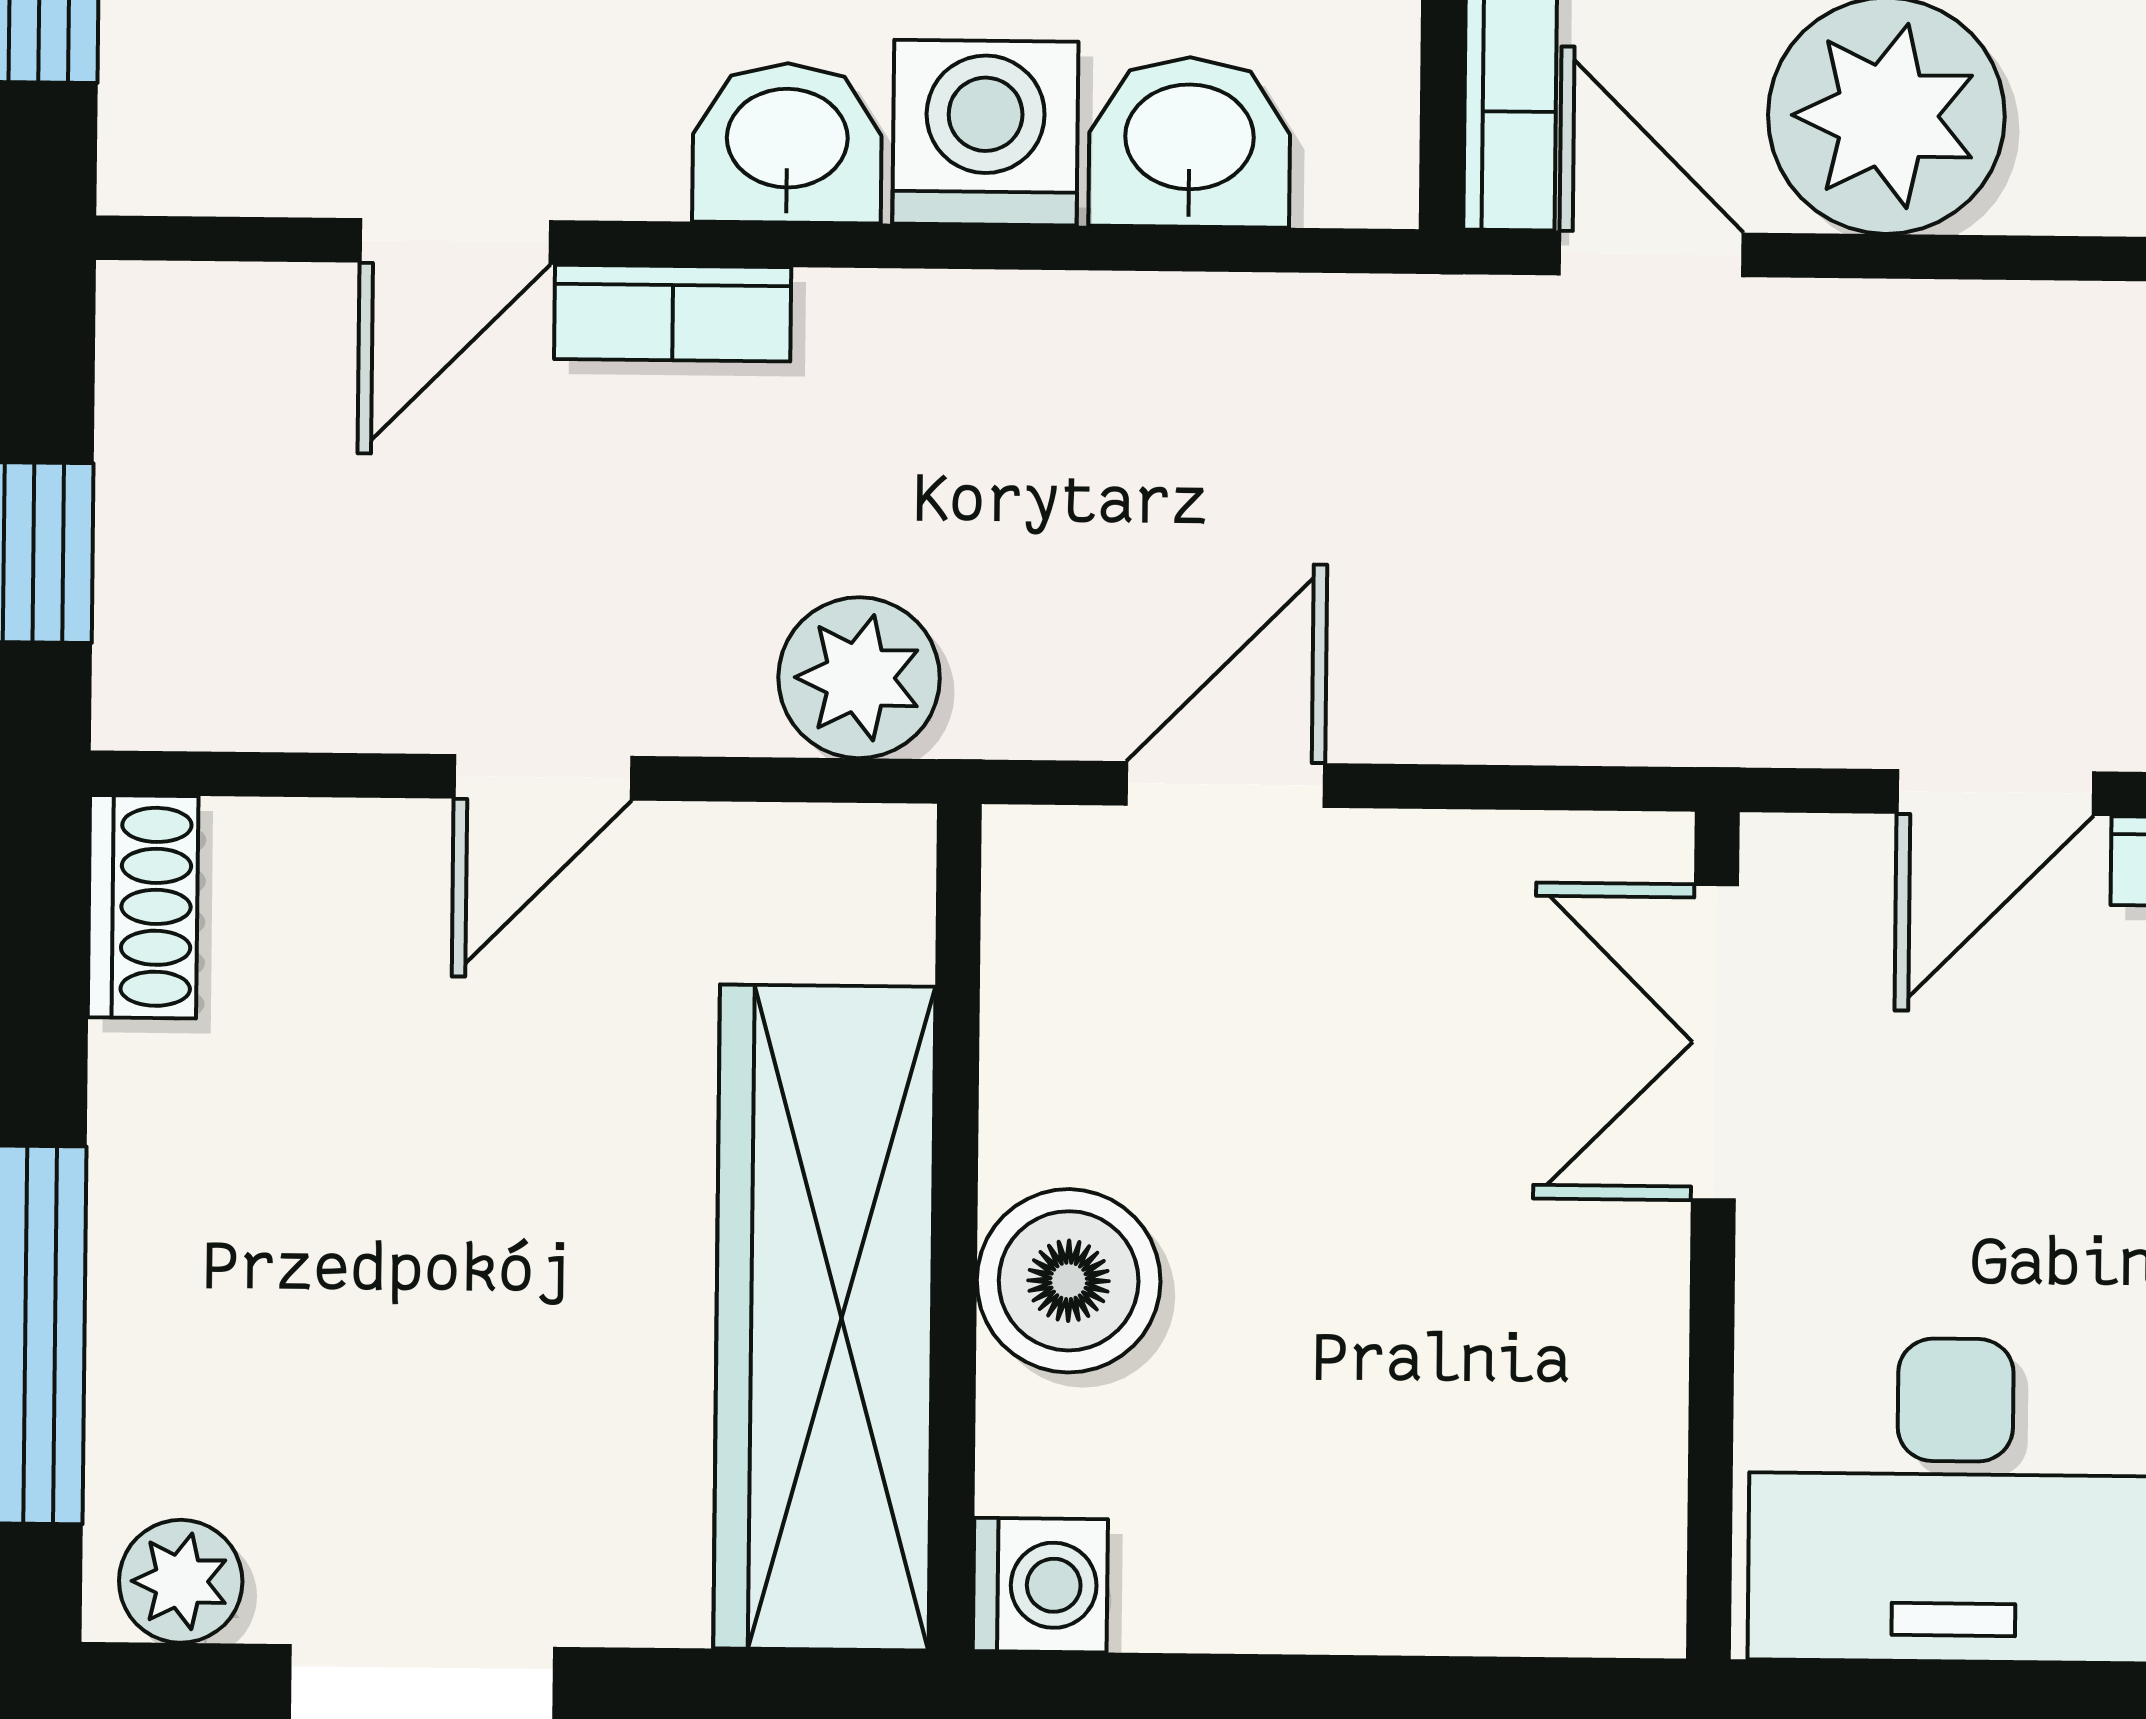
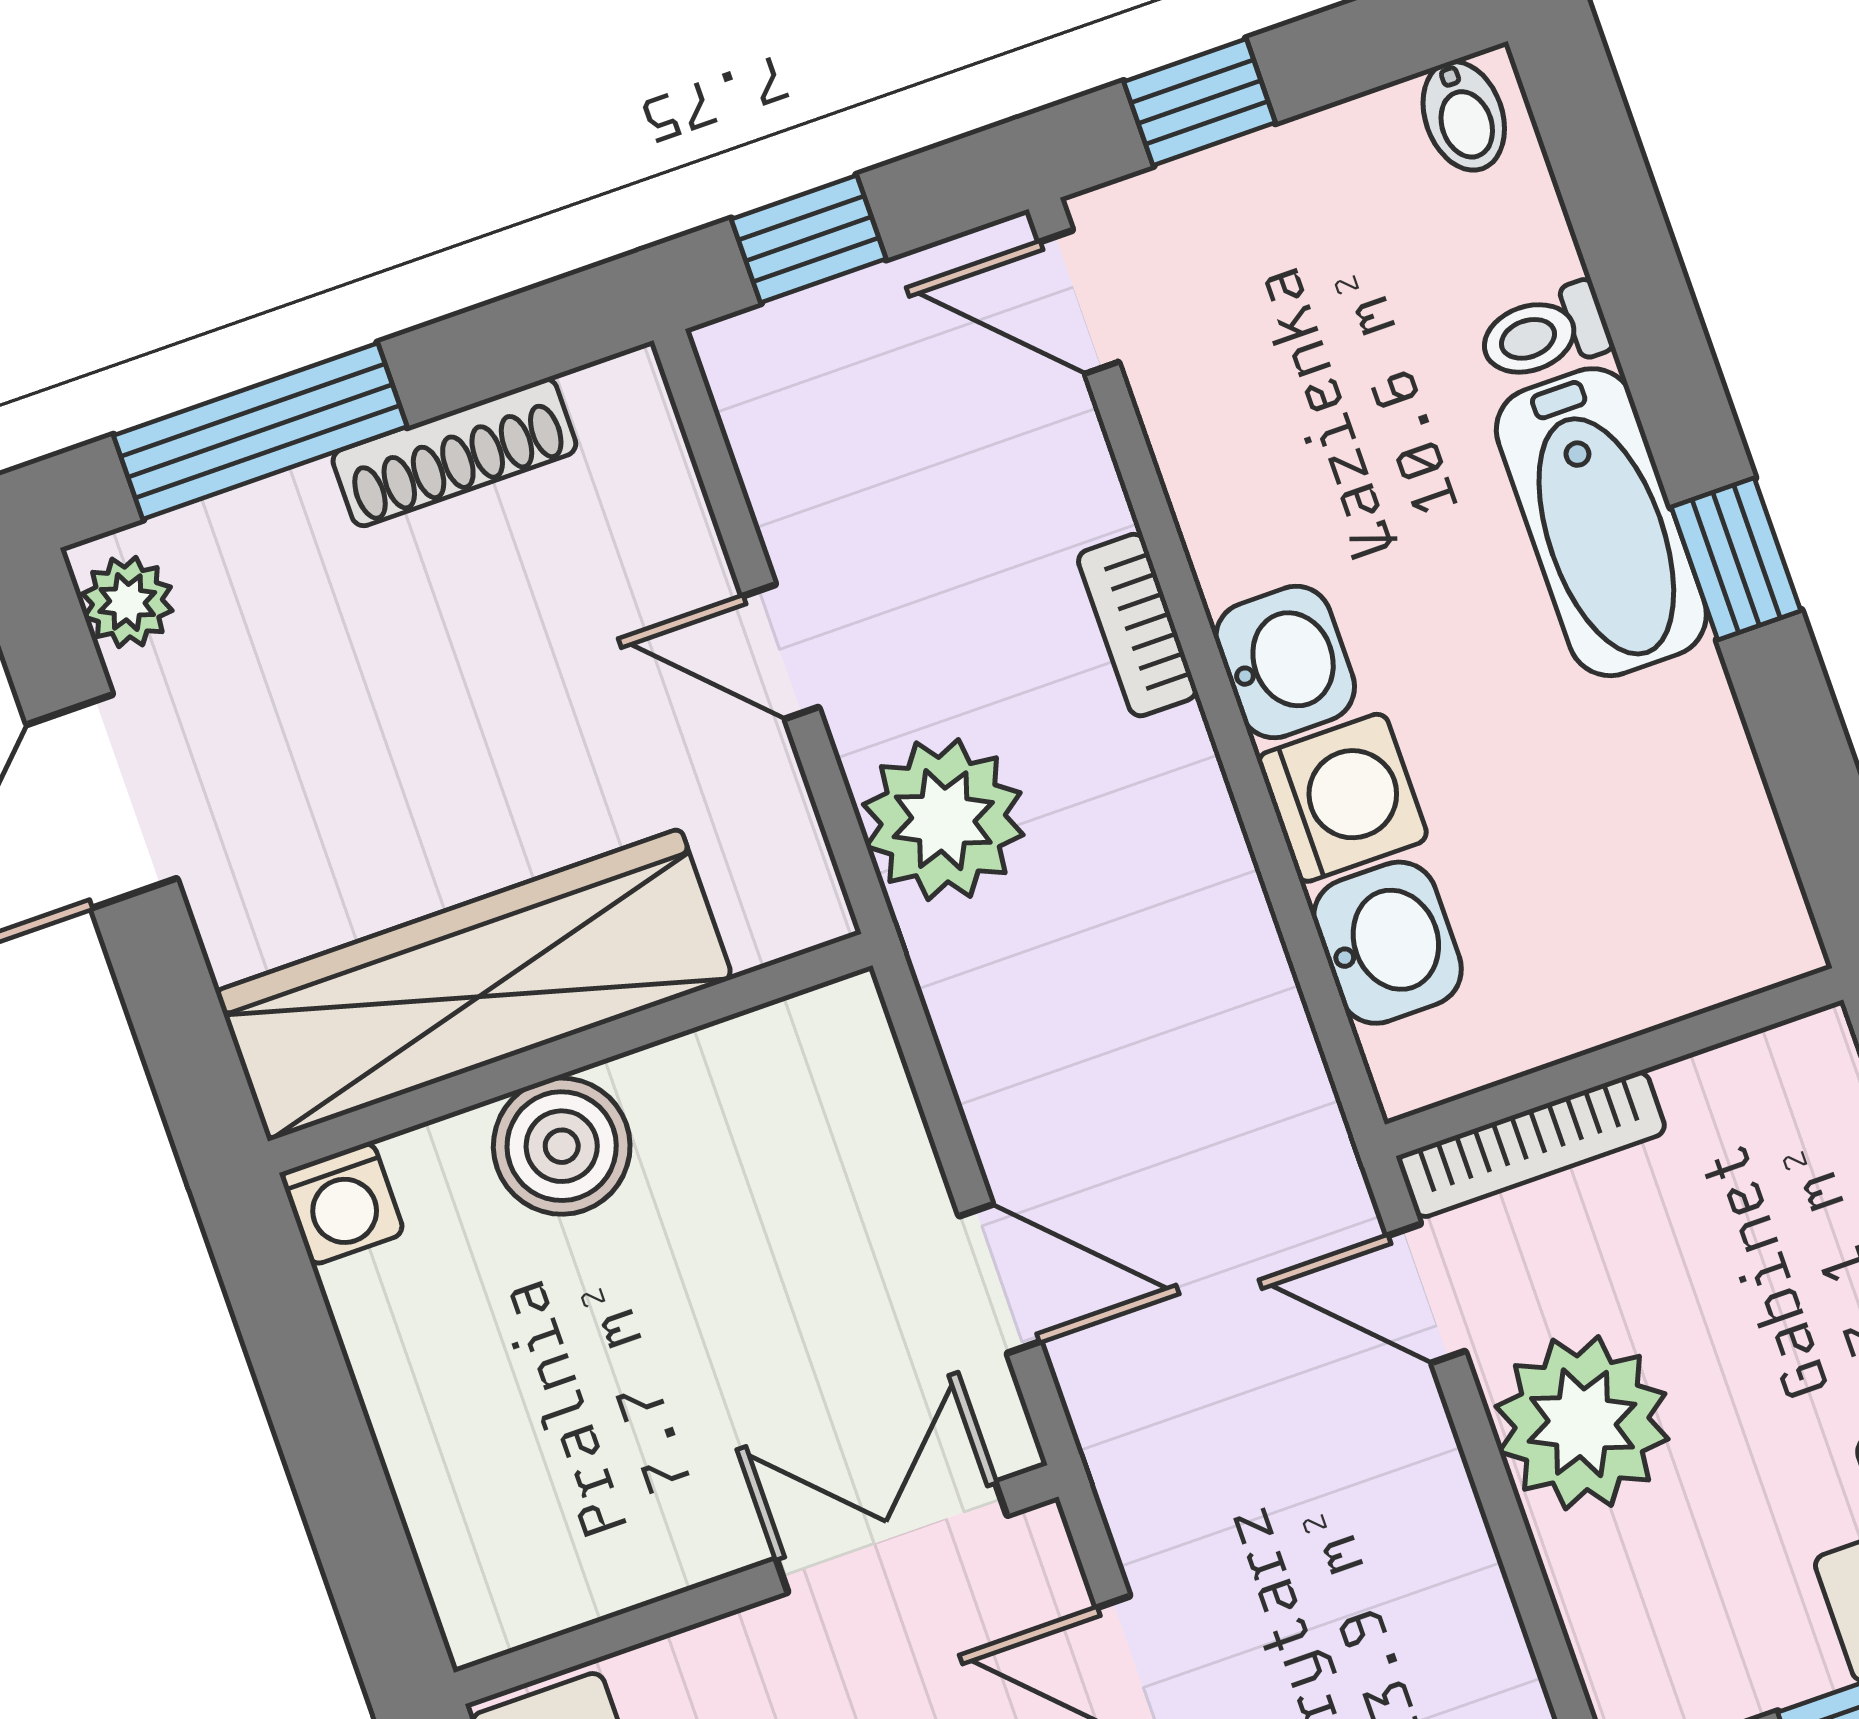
door: (455, 241) -> (1079, 302), moved
door: (1651, 254) -> (1426, 1293), swing flipped
plant: (859, 678) -> (943, 820), width x1.36, depth x1.36
door: (1226, 784) -> (1000, 1279), moved
shoe rack: (143, 907) -> (454, 452), moved, width x1.43

